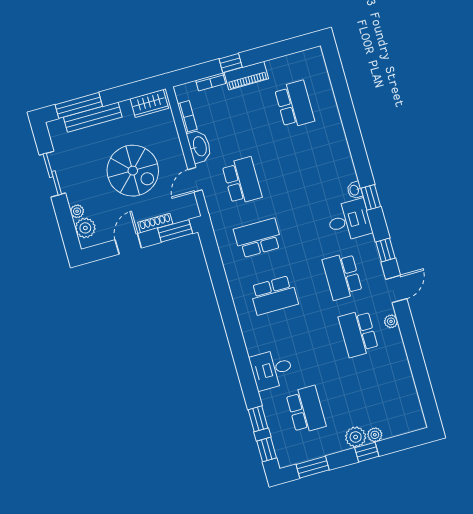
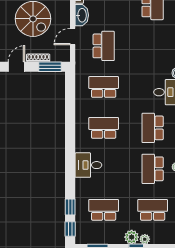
school desk: (274, 295) -> (104, 128), turned 180
desk: (272, 369) -> (88, 165), moved
school desk: (374, 391) -> (153, 210), added
school desk: (306, 410) -> (104, 210), turned -90

